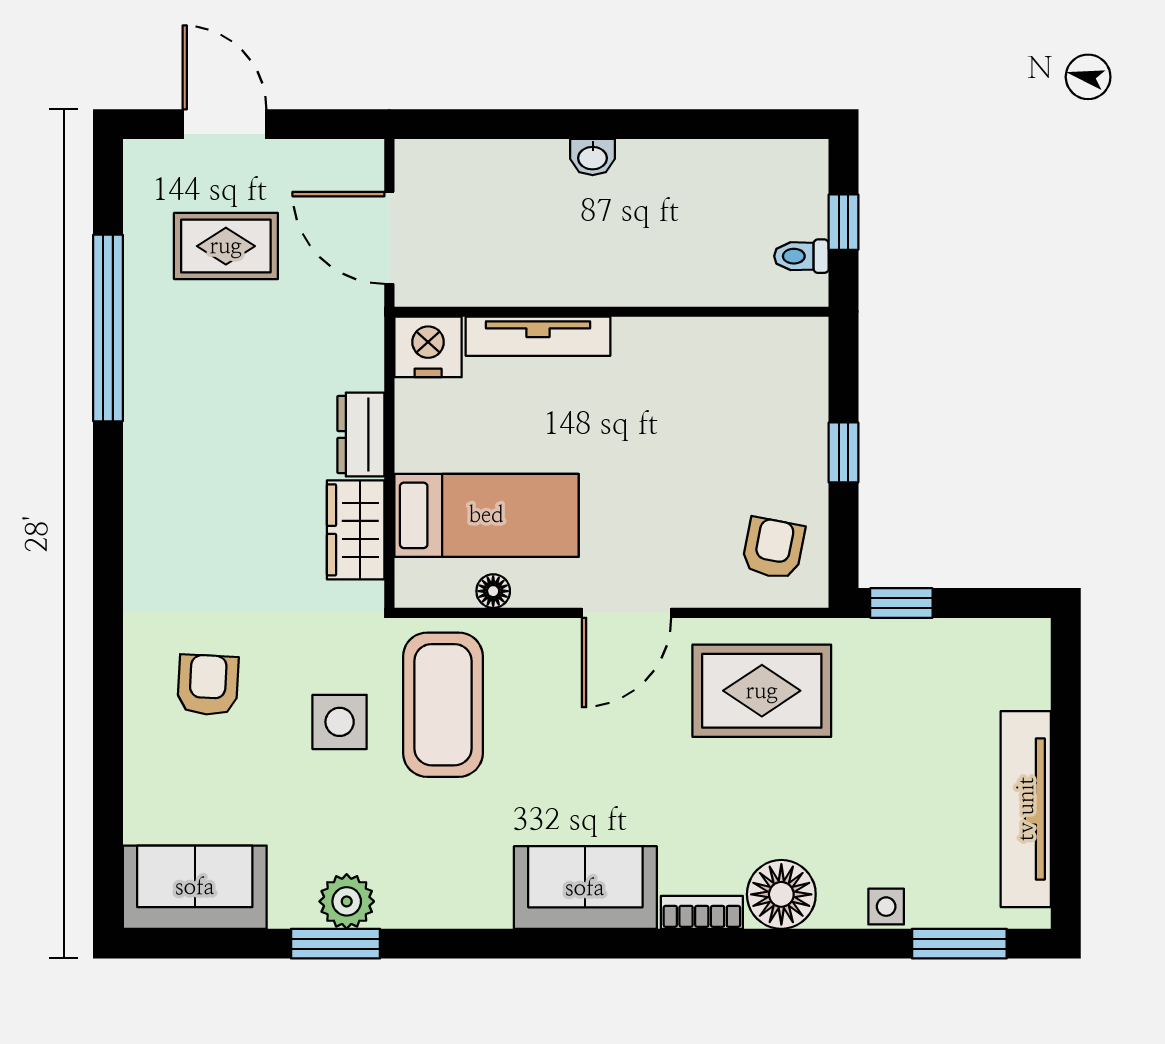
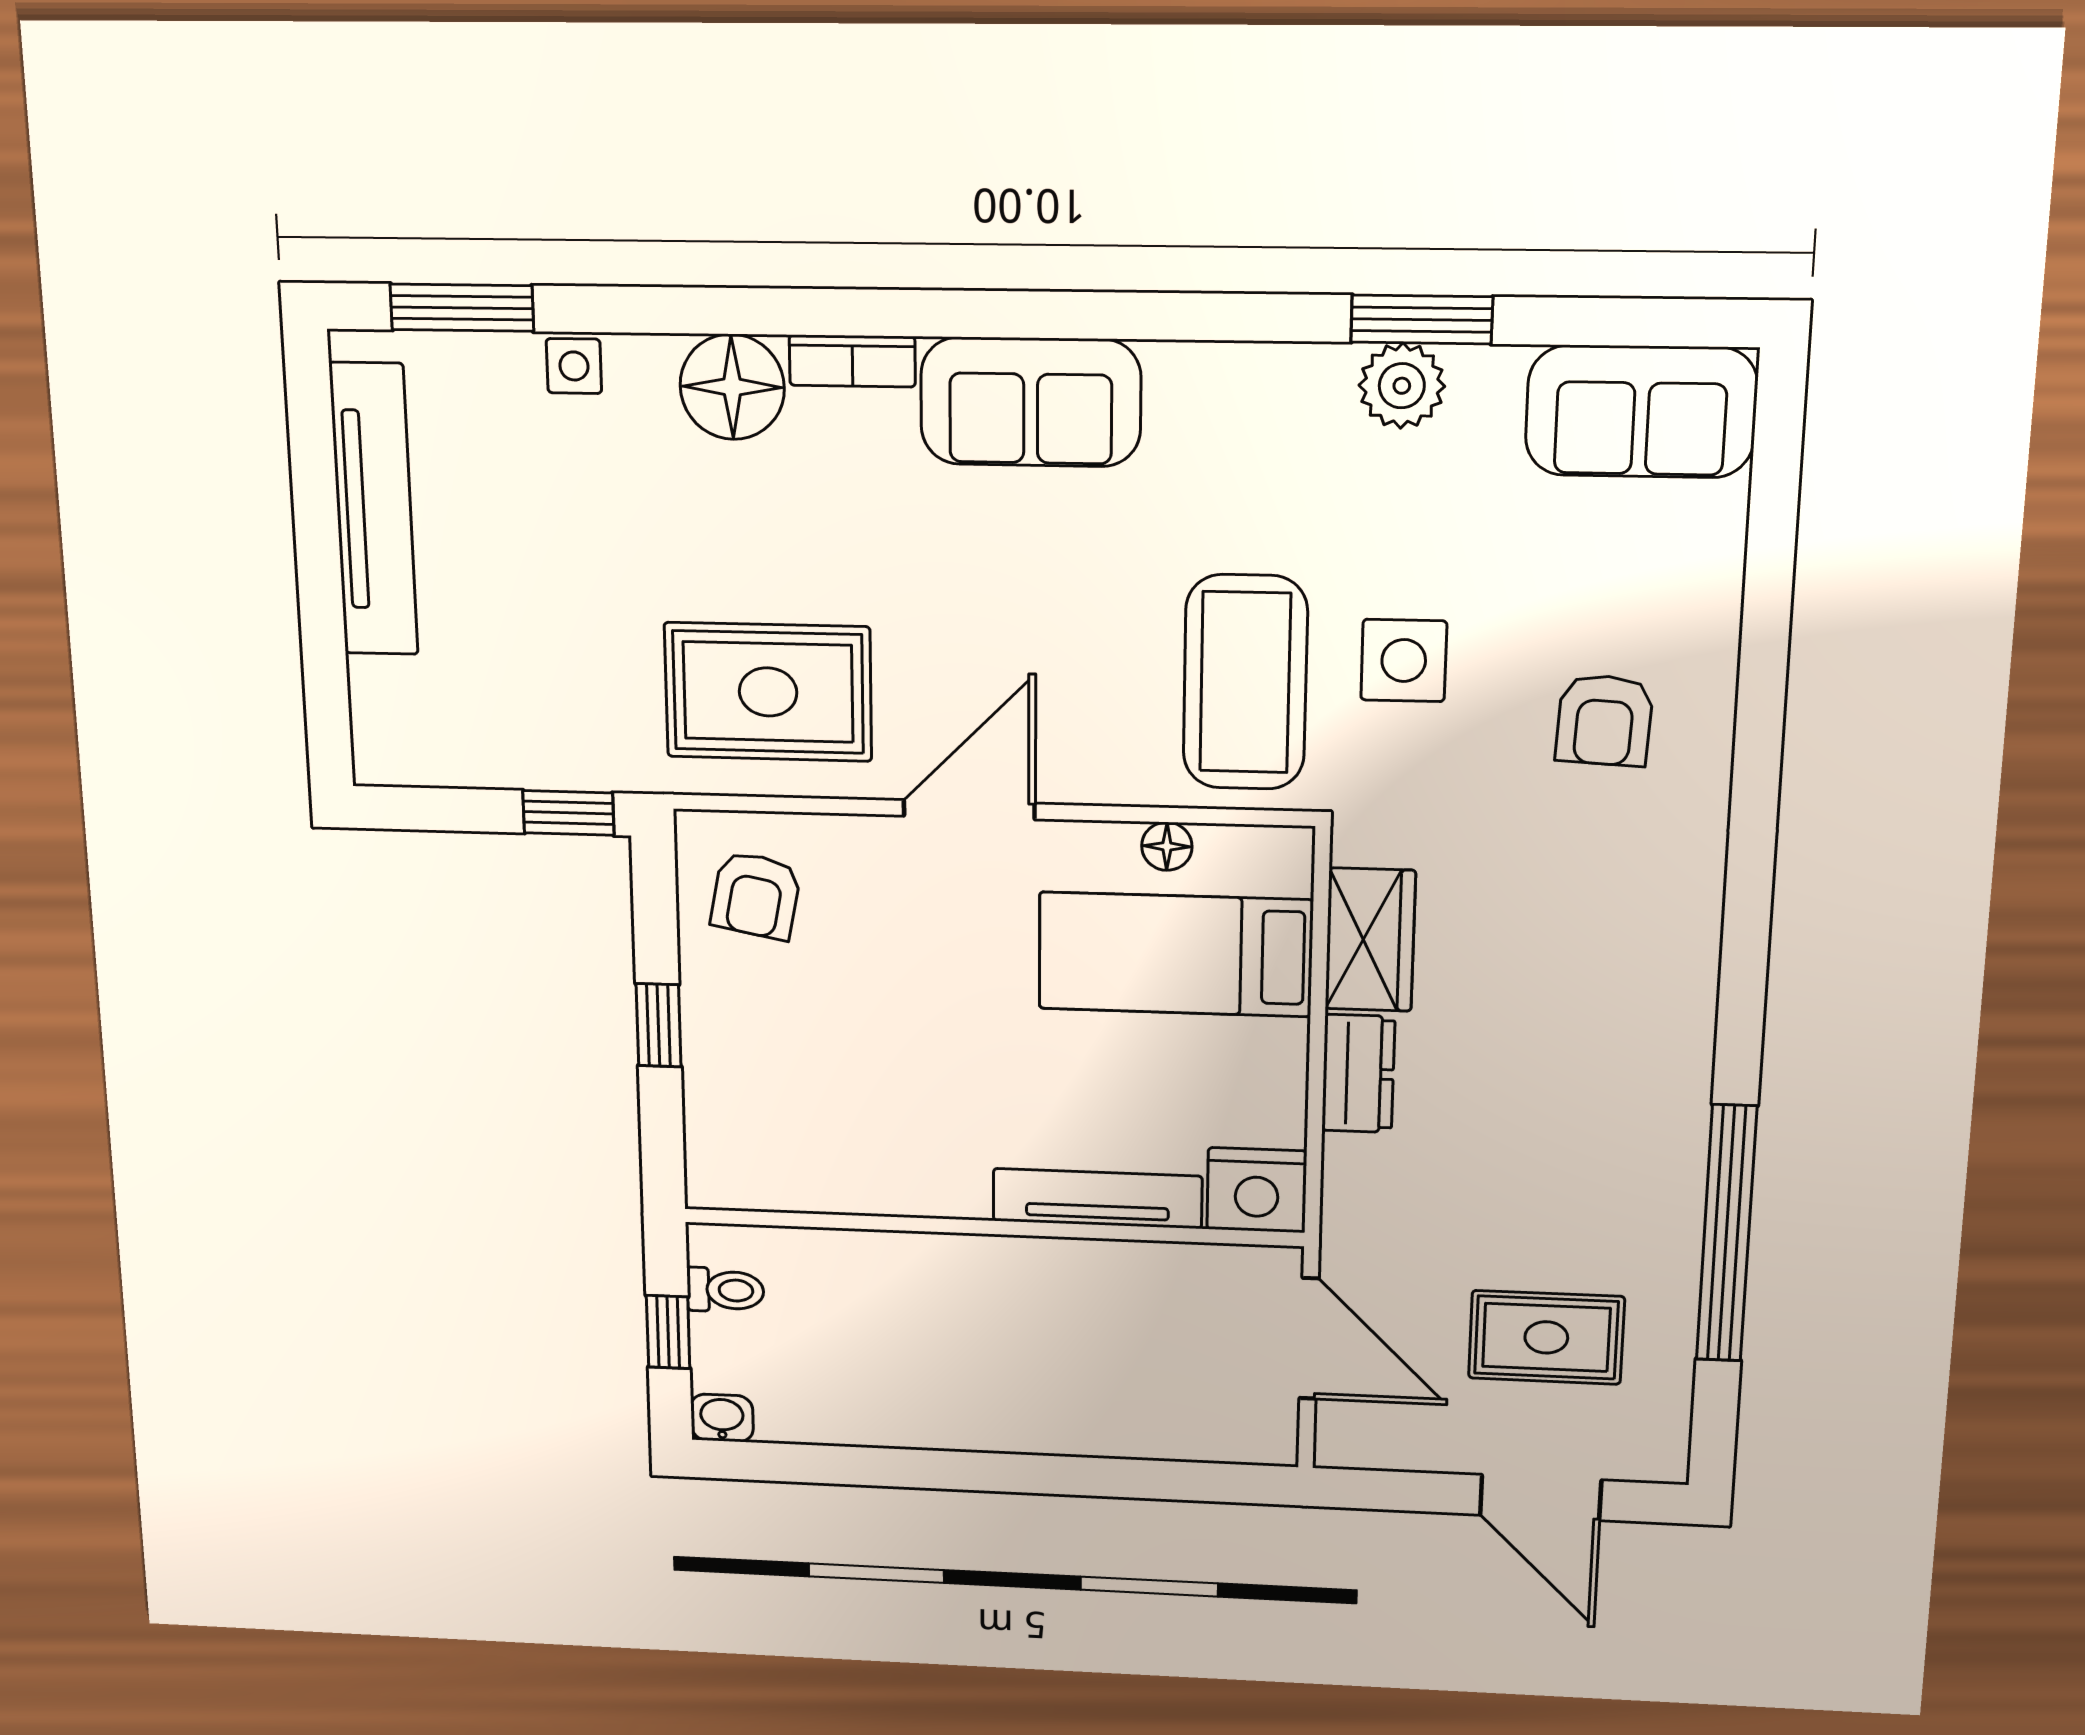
washbasin: (593, 157) -> (722, 1418), moved

